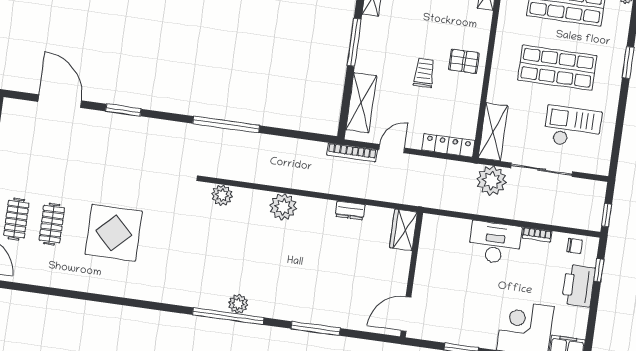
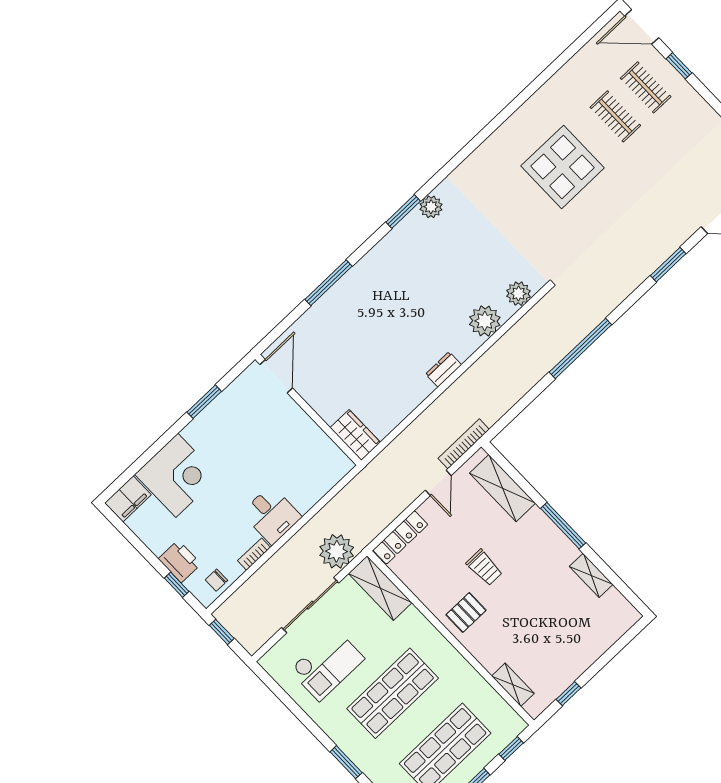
plant: (283, 207) -> (485, 321), moved
dresser: (350, 211) -> (444, 369), moved
desk: (495, 243) -> (272, 515), width x0.73
printer: (578, 286) -> (180, 561), width x0.73, depth x0.84
plant: (238, 304) -> (431, 207), moved
window: (228, 316) -> (403, 212), width x0.47

